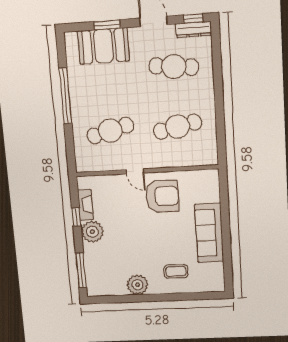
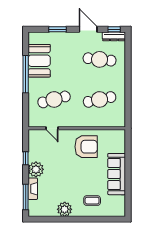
booth: (103, 46) -> (39, 61), moved, turned 90
door: (135, 171) -> (52, 128), moved
fireplace: (85, 205) -> (33, 189), moved

